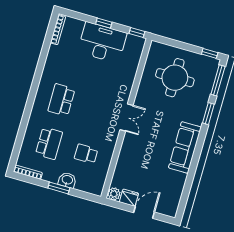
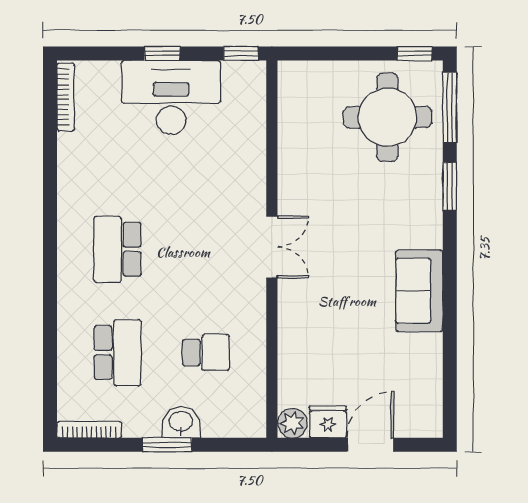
round table: (175, 78) -> (387, 117), moved
sofa: (185, 147) -> (419, 291), width x0.73
school desk: (86, 154) -> (206, 353), turned 180

